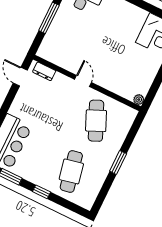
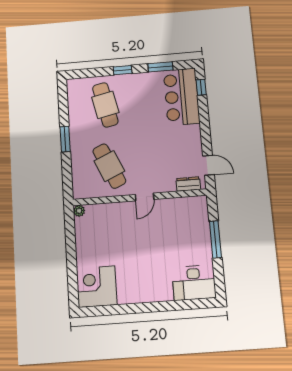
door: (83, 81) -> (145, 197), hinge flipped

